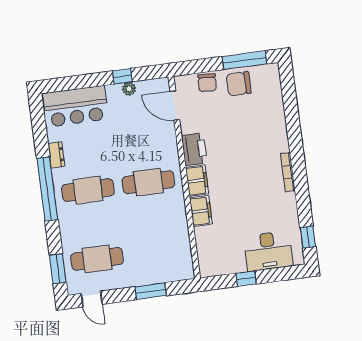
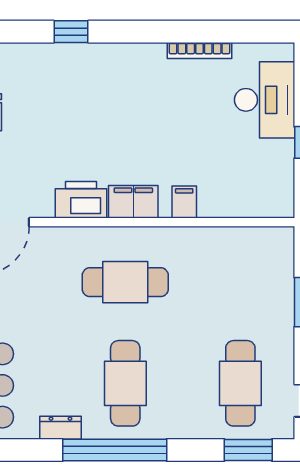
bookcase: (288, 172) -> (199, 50), moved
cafe table: (148, 182) -> (125, 282), turned 90
filing cabinet: (201, 211) -> (184, 202), width x0.50
window: (308, 237) -> (71, 32), moved

